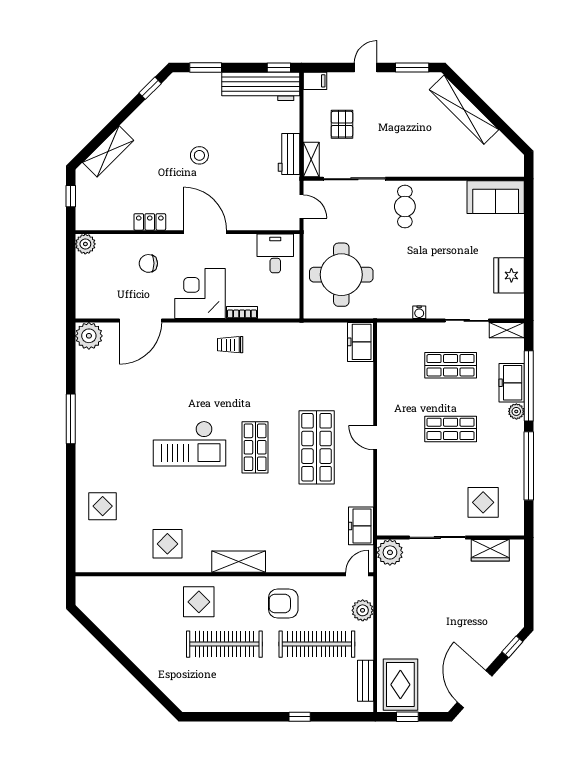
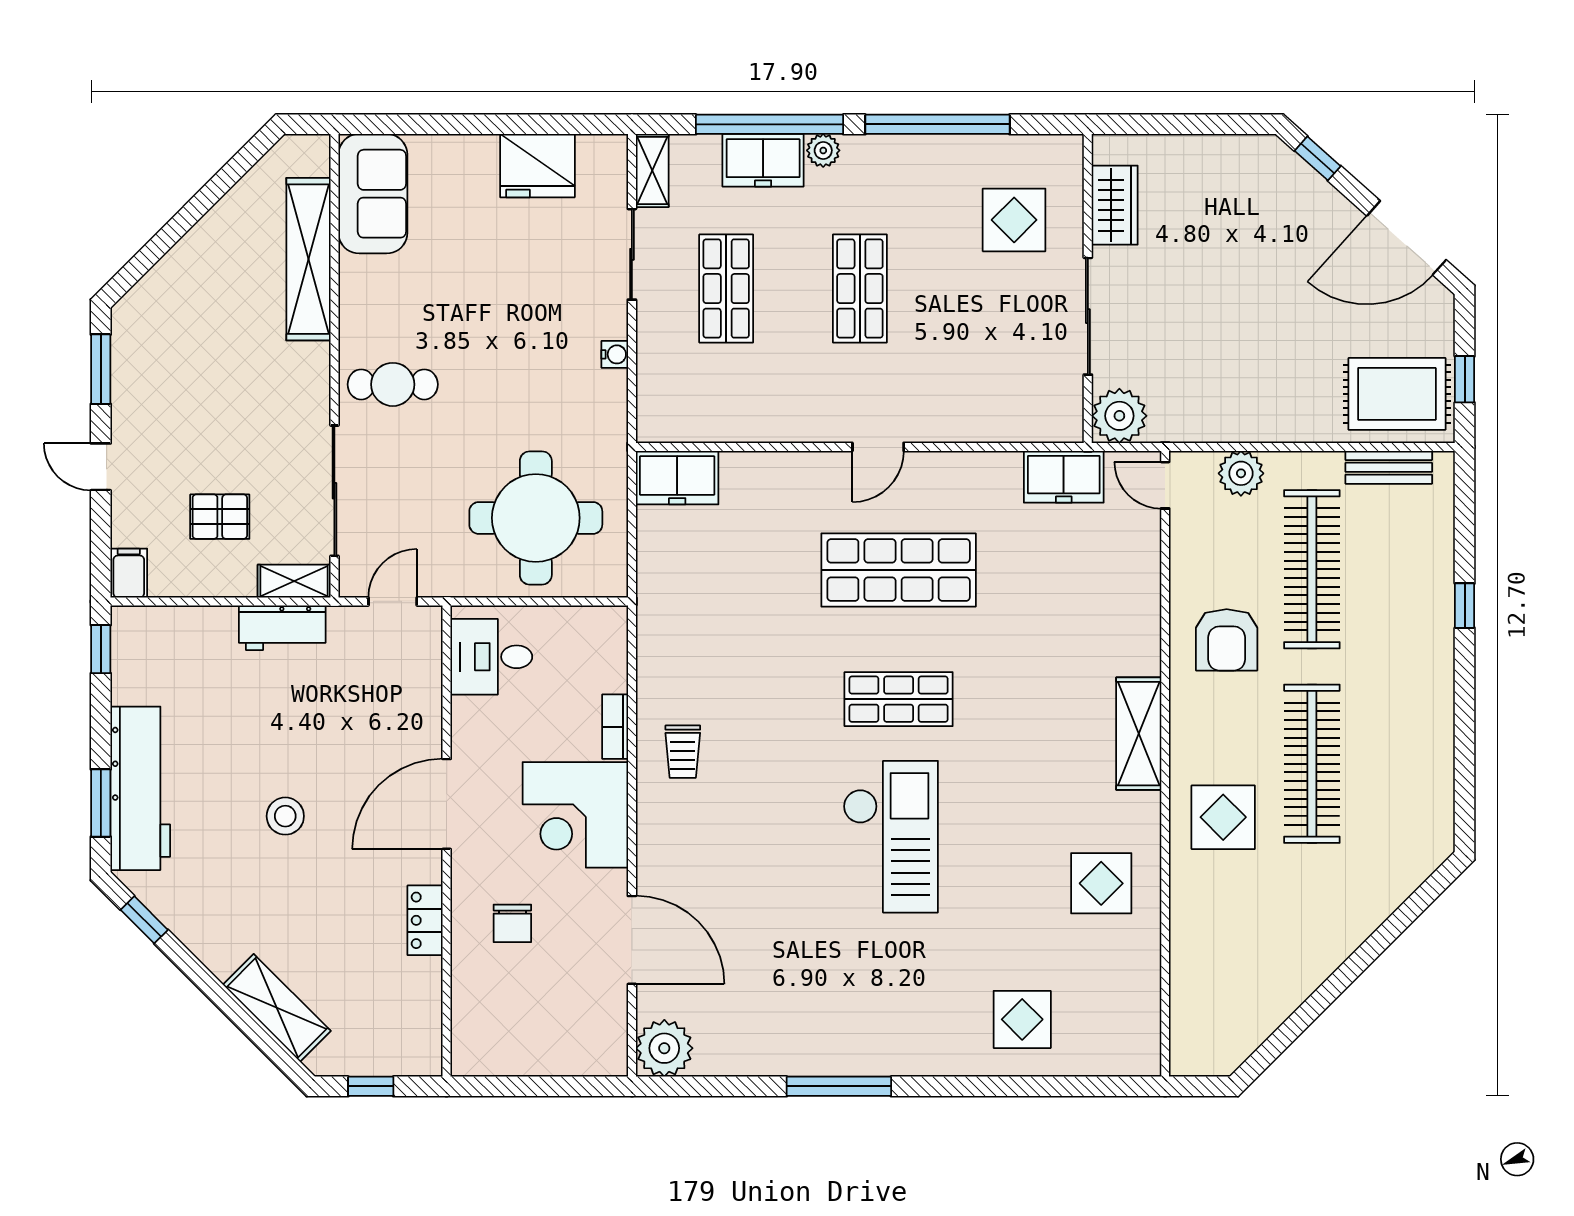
workbench: (261, 86) -> (140, 788), moved
shelving: (464, 110) -> (308, 259), moved, turned -45
plant: (85, 244) -> (471, 1056), removed

